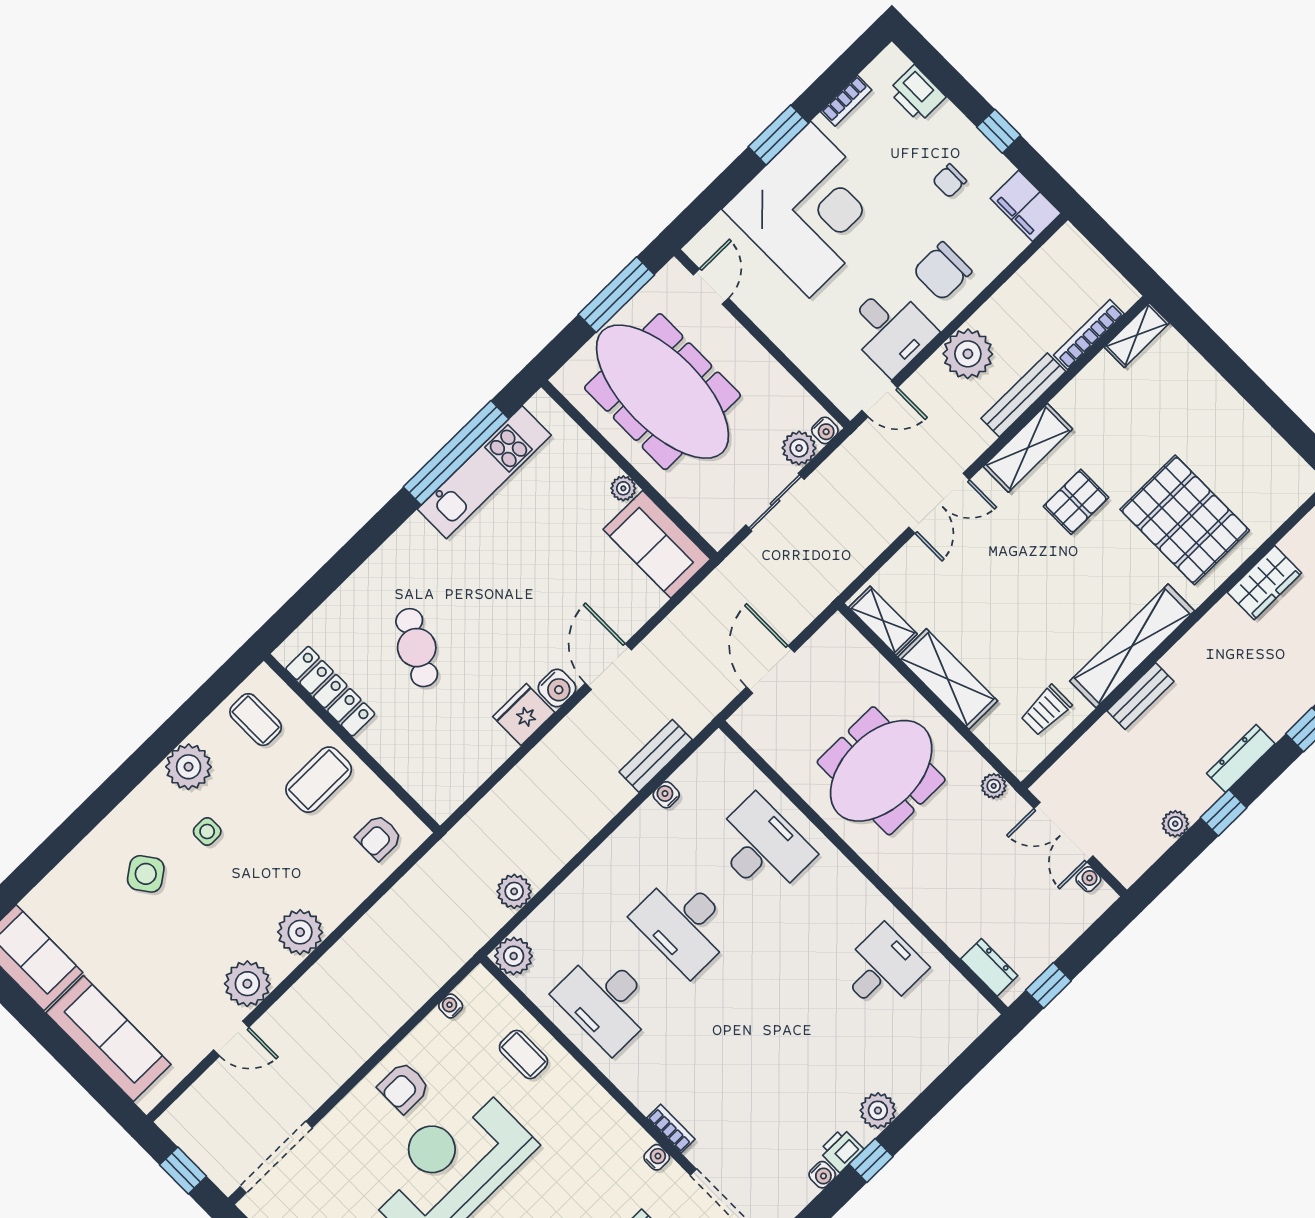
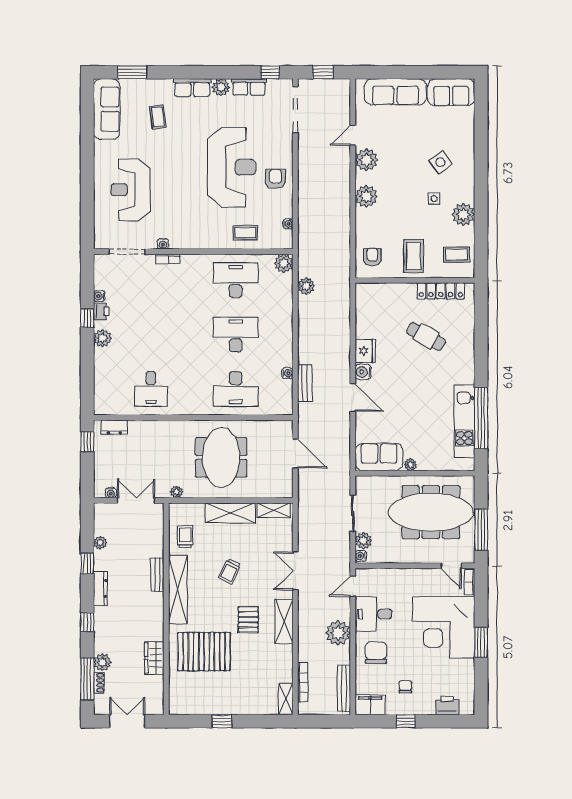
bookcase: (846, 101) -> (470, 582), moved
bench: (1023, 395) -> (344, 689), moved
window: (1259, 396) -> (222, 721), added
trolley: (1033, 597) -> (230, 571), added

